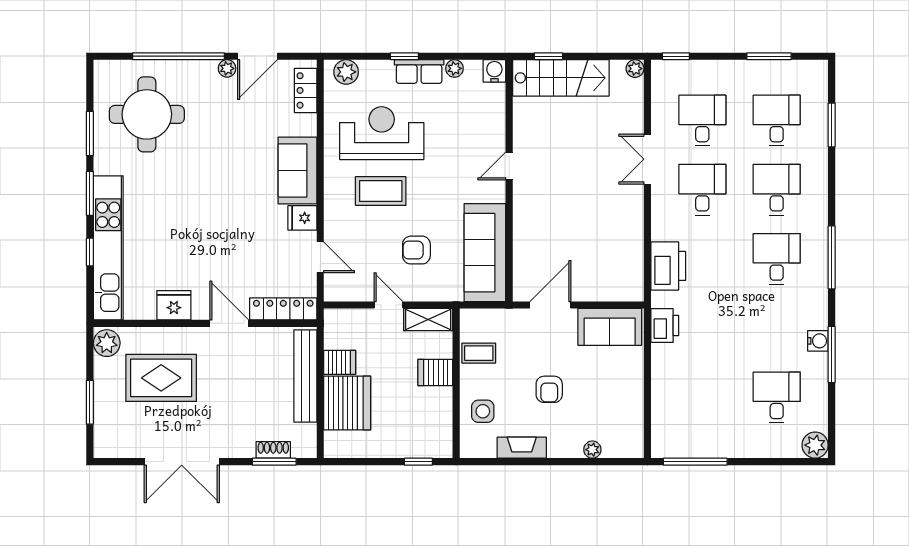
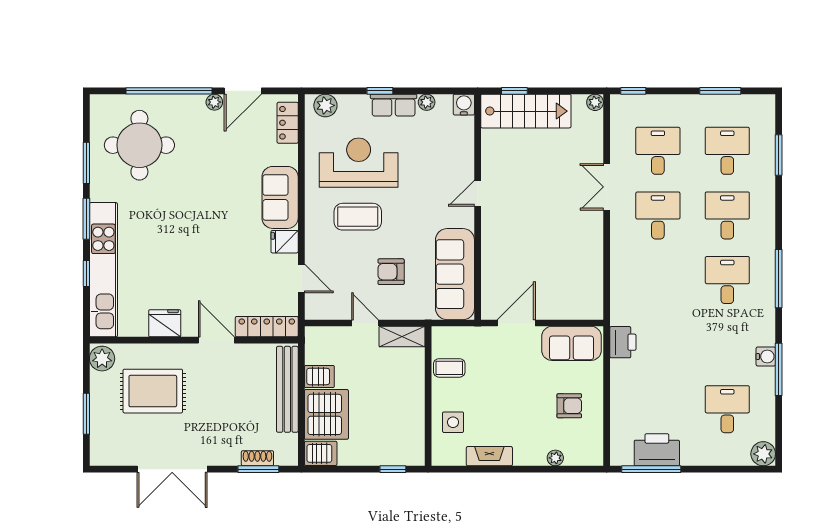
printer: (668, 266) -> (657, 450), moved, turned -90
server rack: (435, 373) -> (321, 453), moved, turned 180
armchair: (549, 389) -> (569, 406), moved, turned -90

